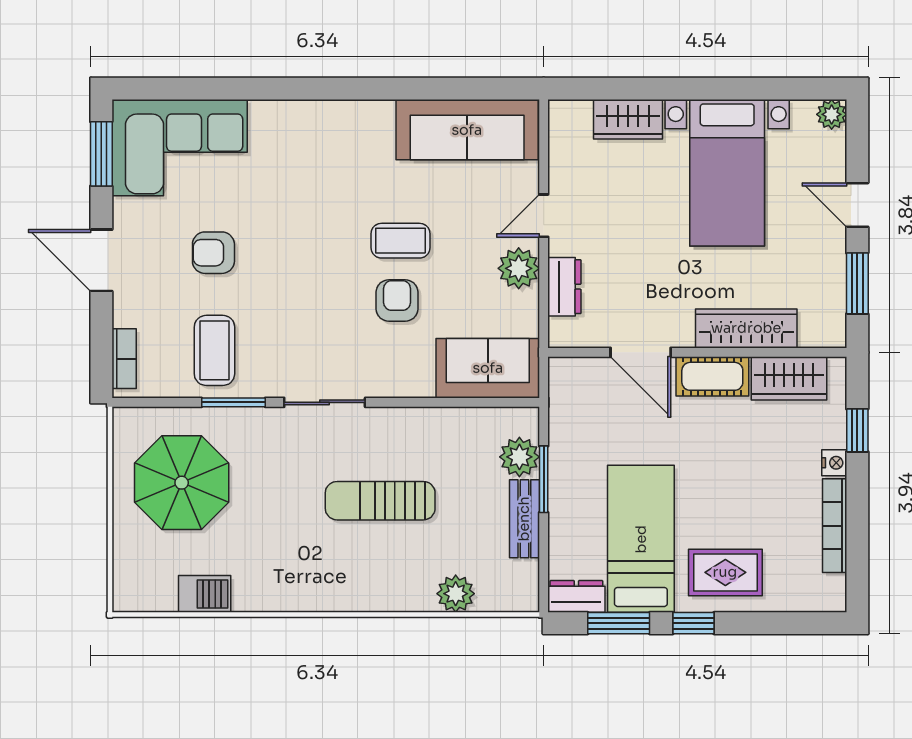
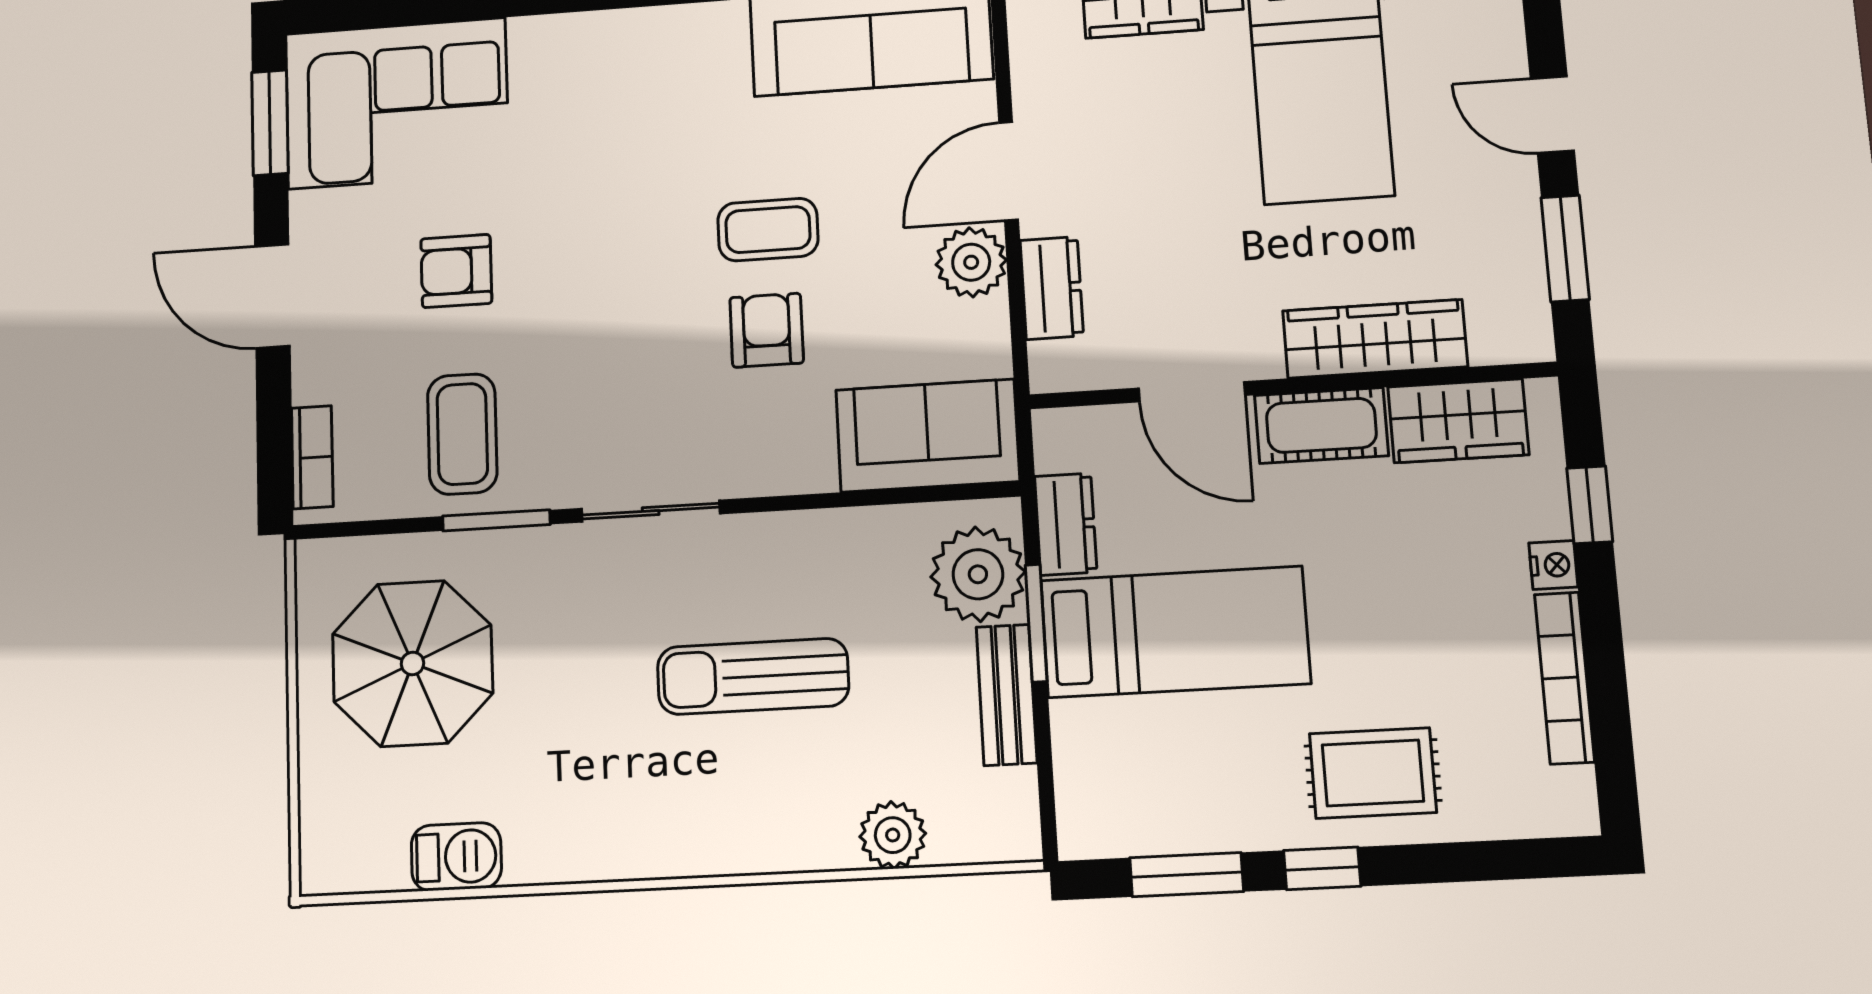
door: (544, 216) -> (1009, 171), width x1.38
plant: (519, 457) -> (978, 574), width x1.36, depth x1.36
bed: (641, 539) -> (1175, 632), moved, turned 90
dresser: (576, 596) -> (1066, 524), moved, turned 90

